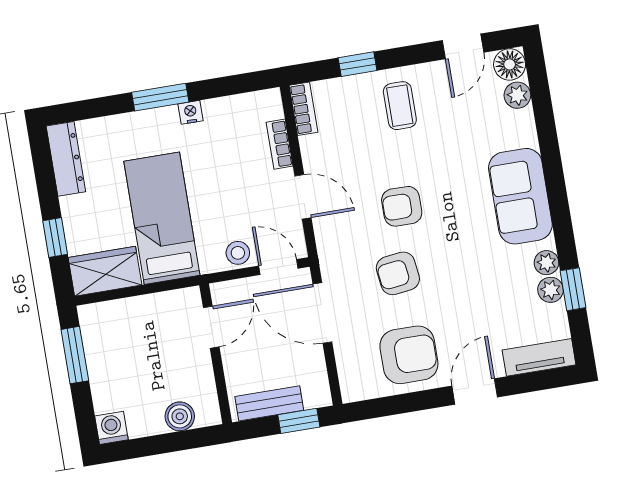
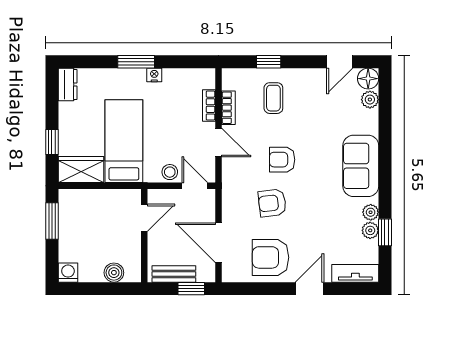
coffee table: (400, 106) -> (273, 98), moved
bookcase: (303, 109) -> (228, 108), moved
dresser: (66, 159) -> (68, 85), width x0.70
door: (322, 313) -> (218, 243), moved
armchair: (409, 355) -> (271, 257), turned 180

